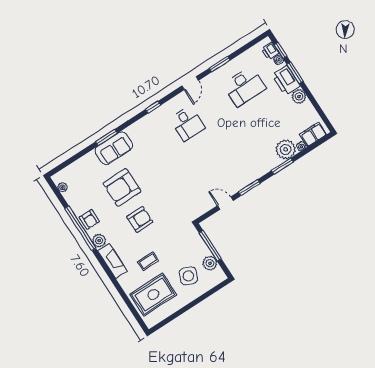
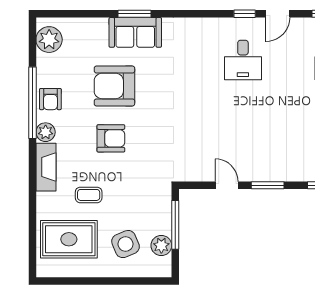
window: (153, 107) -> (245, 14), moved
plant: (62, 187) -> (49, 40), width x1.87, depth x1.87
side table: (188, 276) -> (126, 244), turned 45

